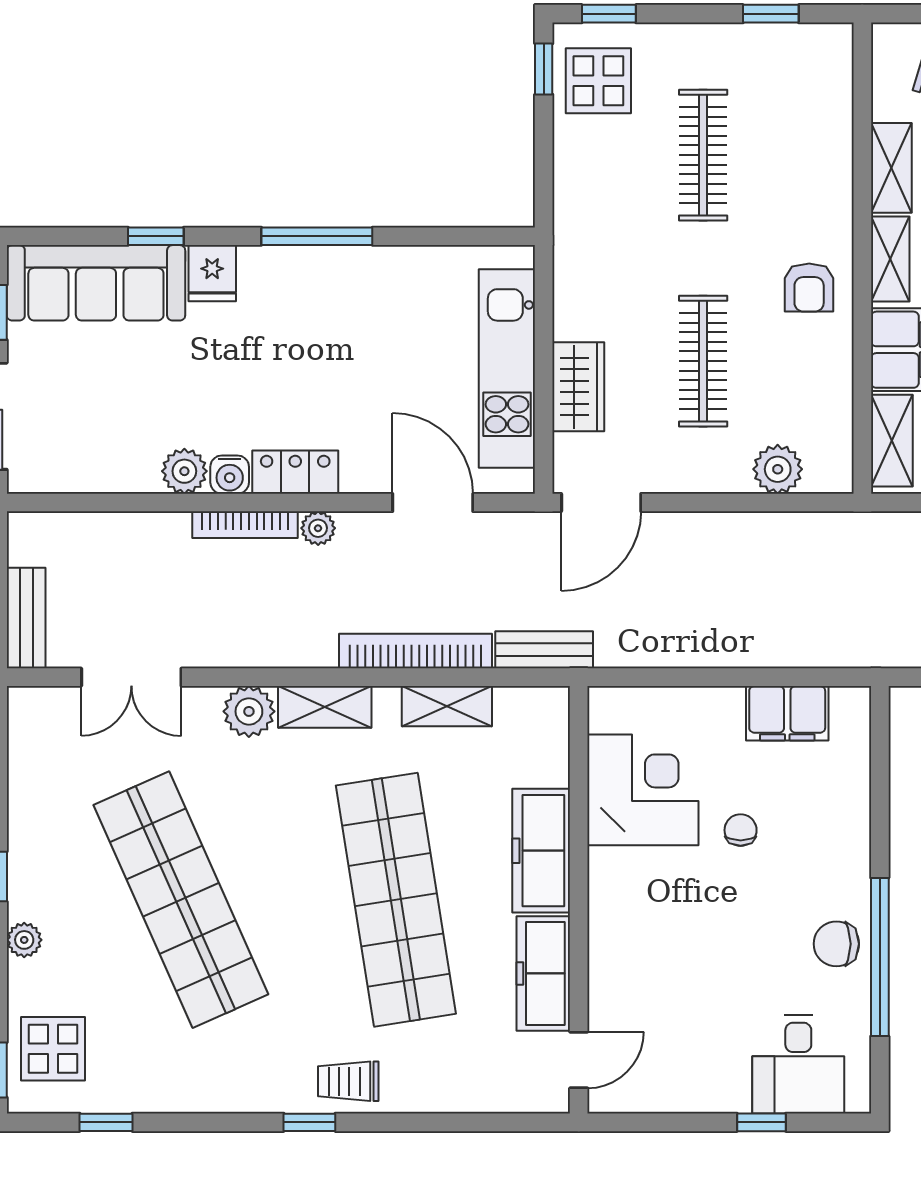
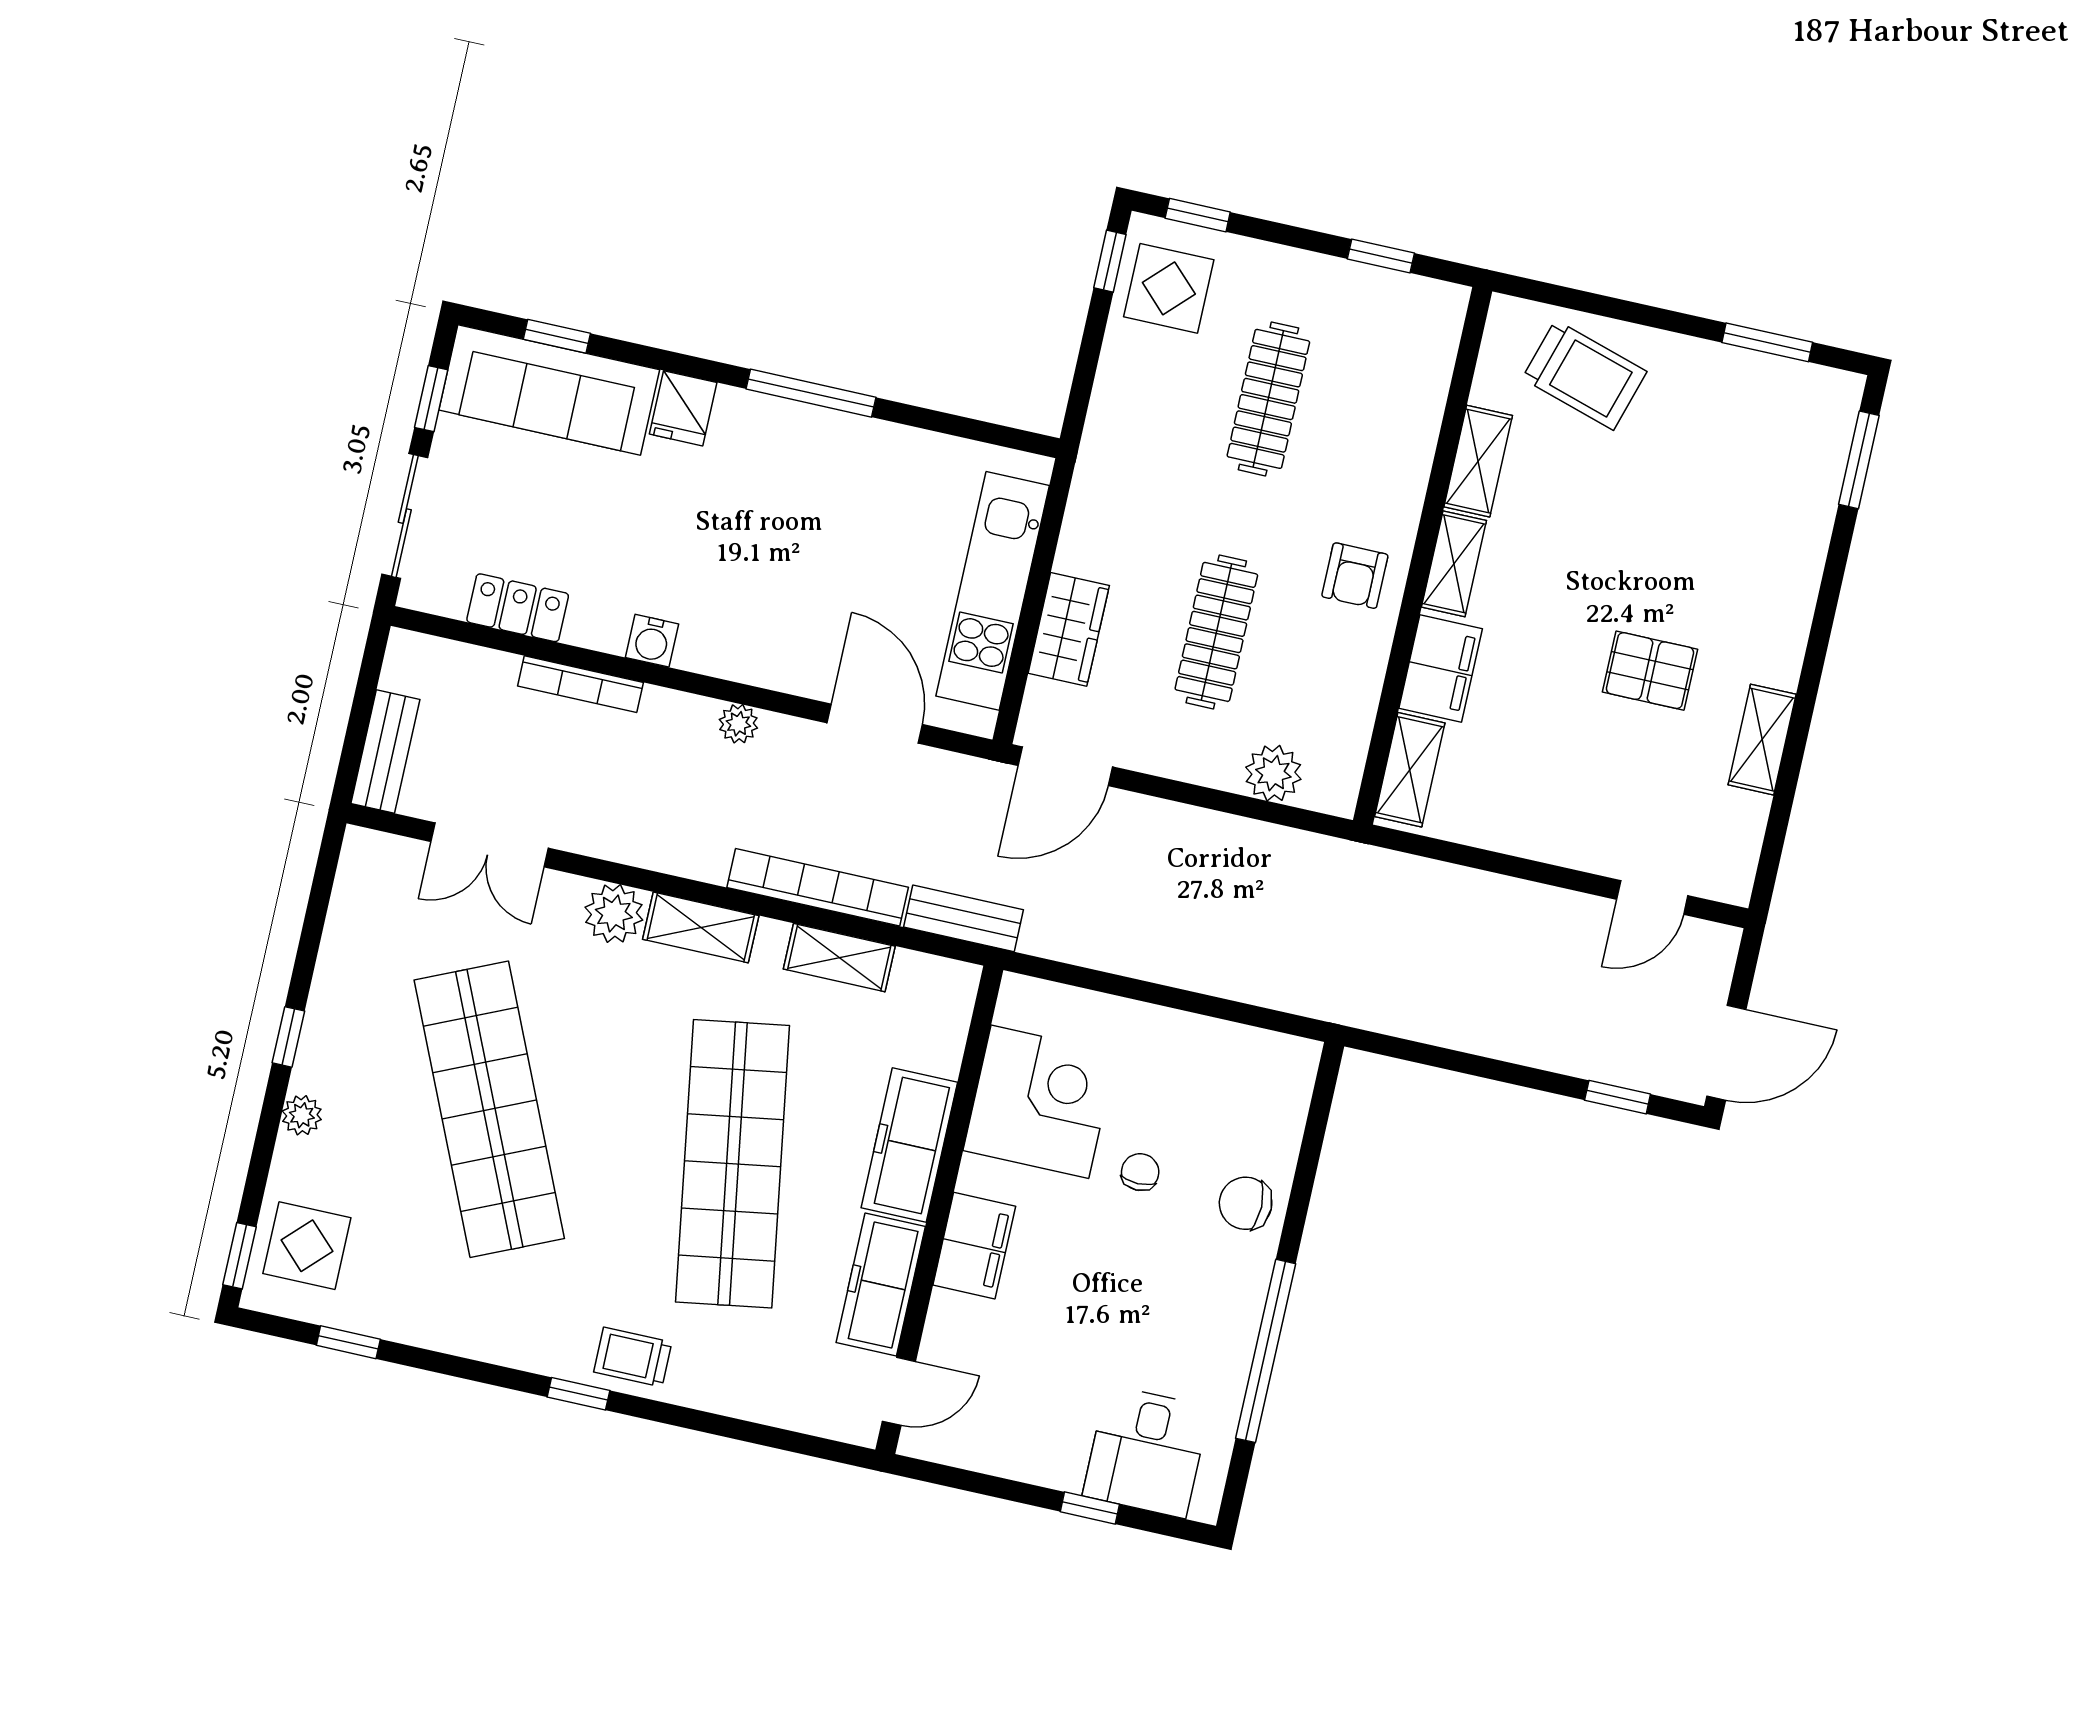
window: (156, 236) -> (557, 336), moved
plant: (184, 471) -> (602, 625), removed
locker: (295, 472) -> (518, 608), moved
bookcase: (245, 525) -> (580, 684), moved
filing cabinet: (787, 713) -> (974, 1246), moved, turned -90
chair: (836, 944) -> (1246, 1203), moved

